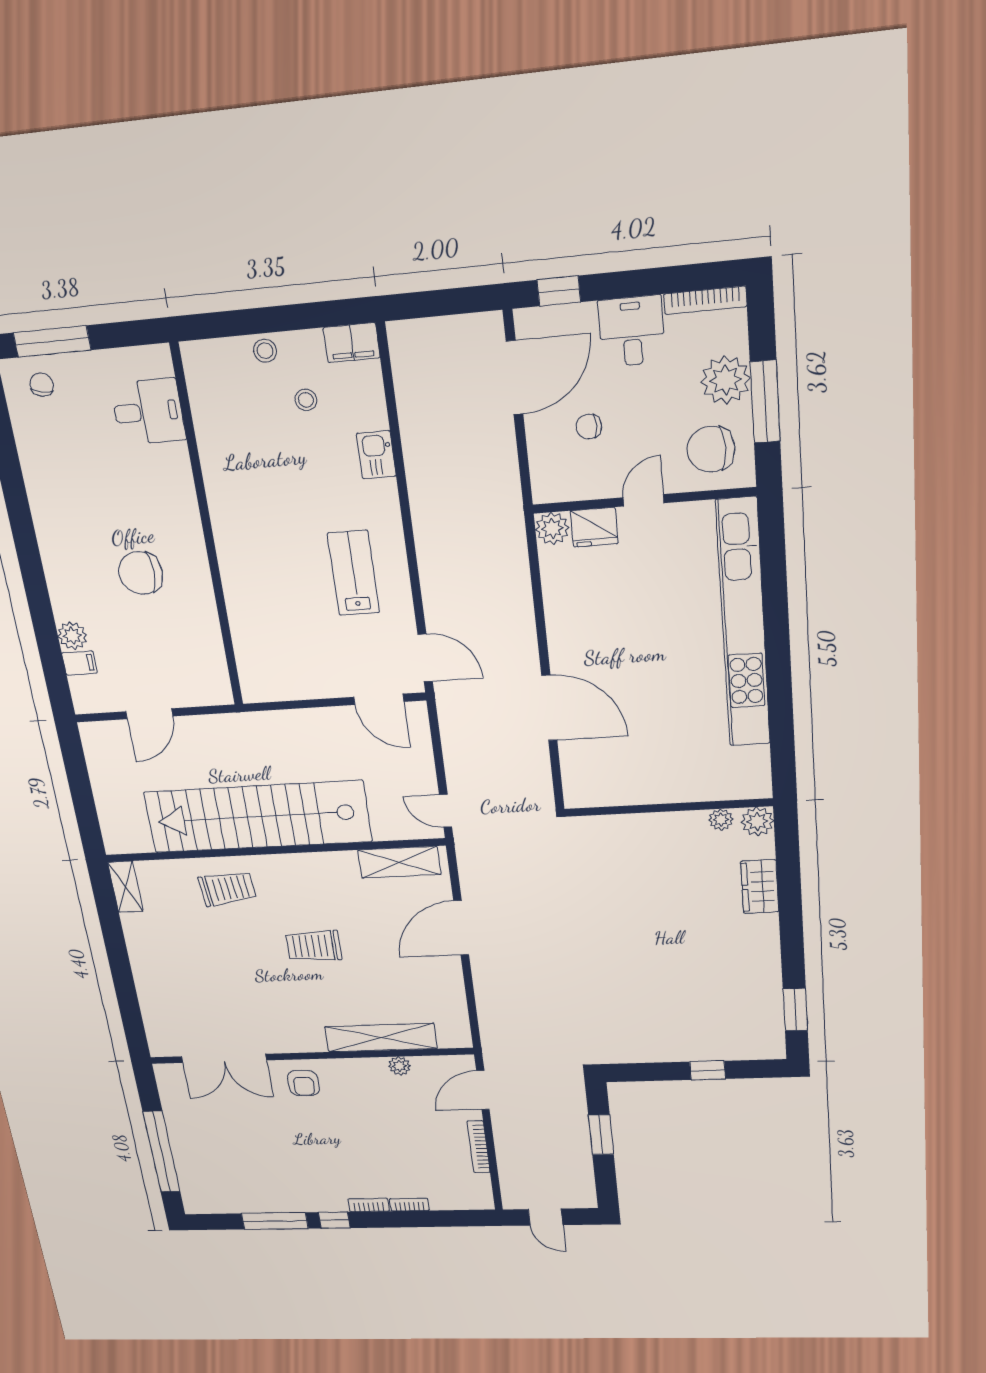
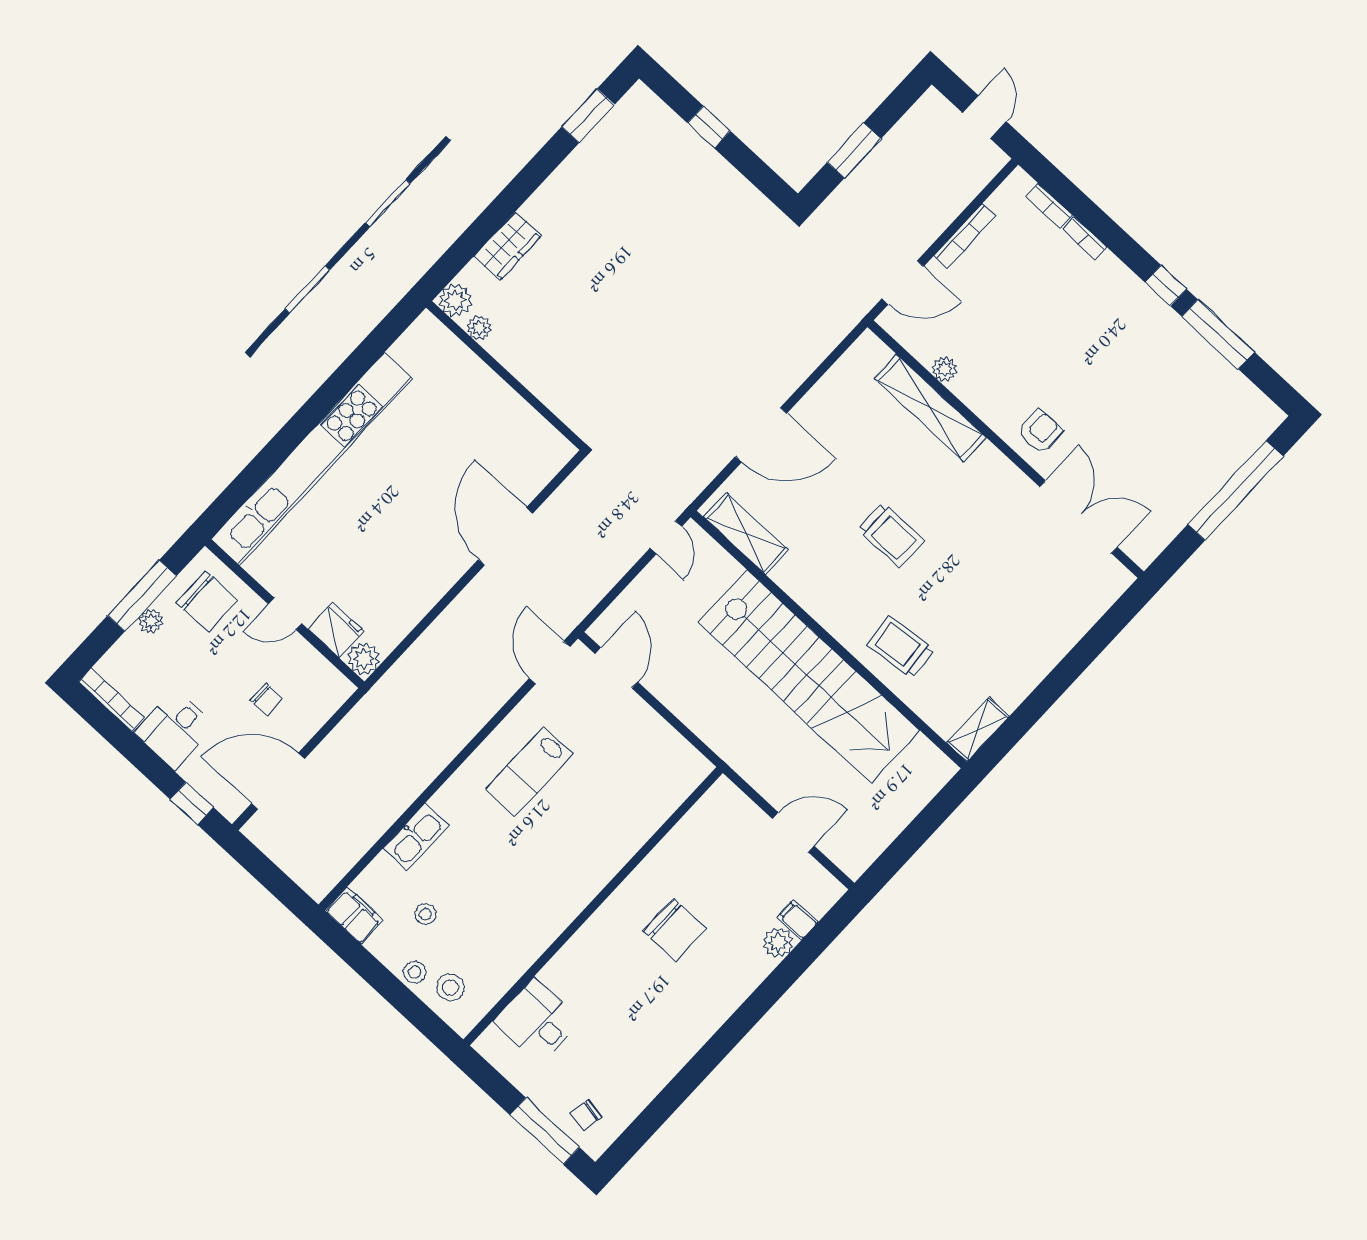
stool: (230, 368) -> (451, 987), added
plant: (726, 380) -> (151, 621), width x0.53, depth x0.53
kitchen sink: (376, 455) -> (416, 837), width x1.38
bookcase: (369, 1205) -> (1049, 206), moved

